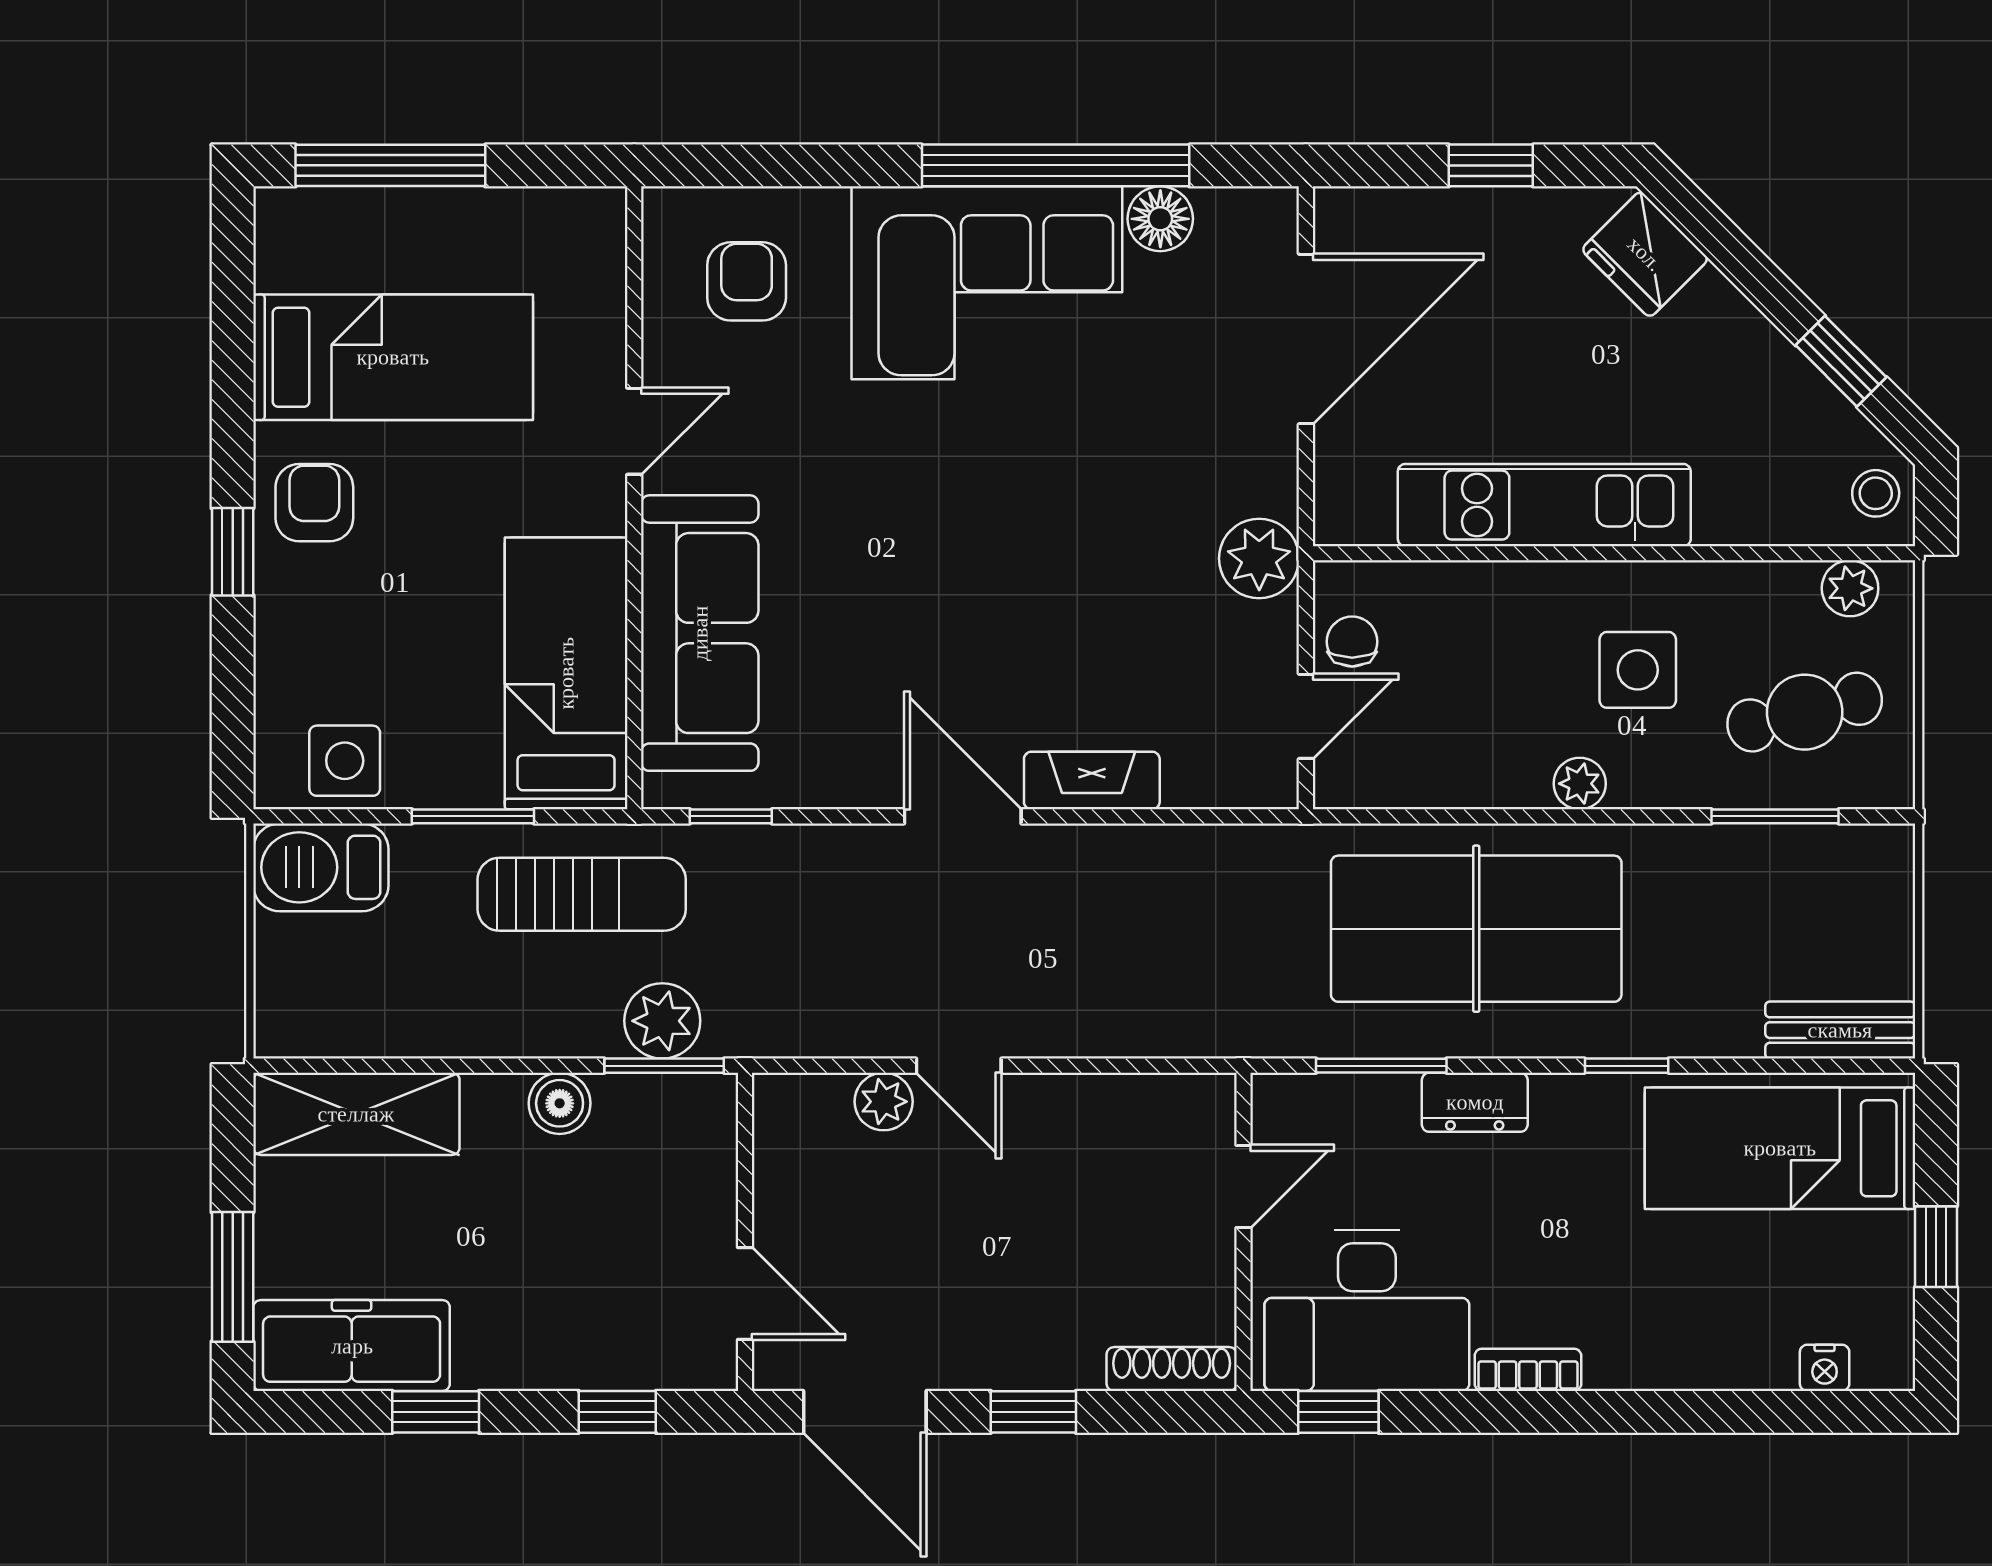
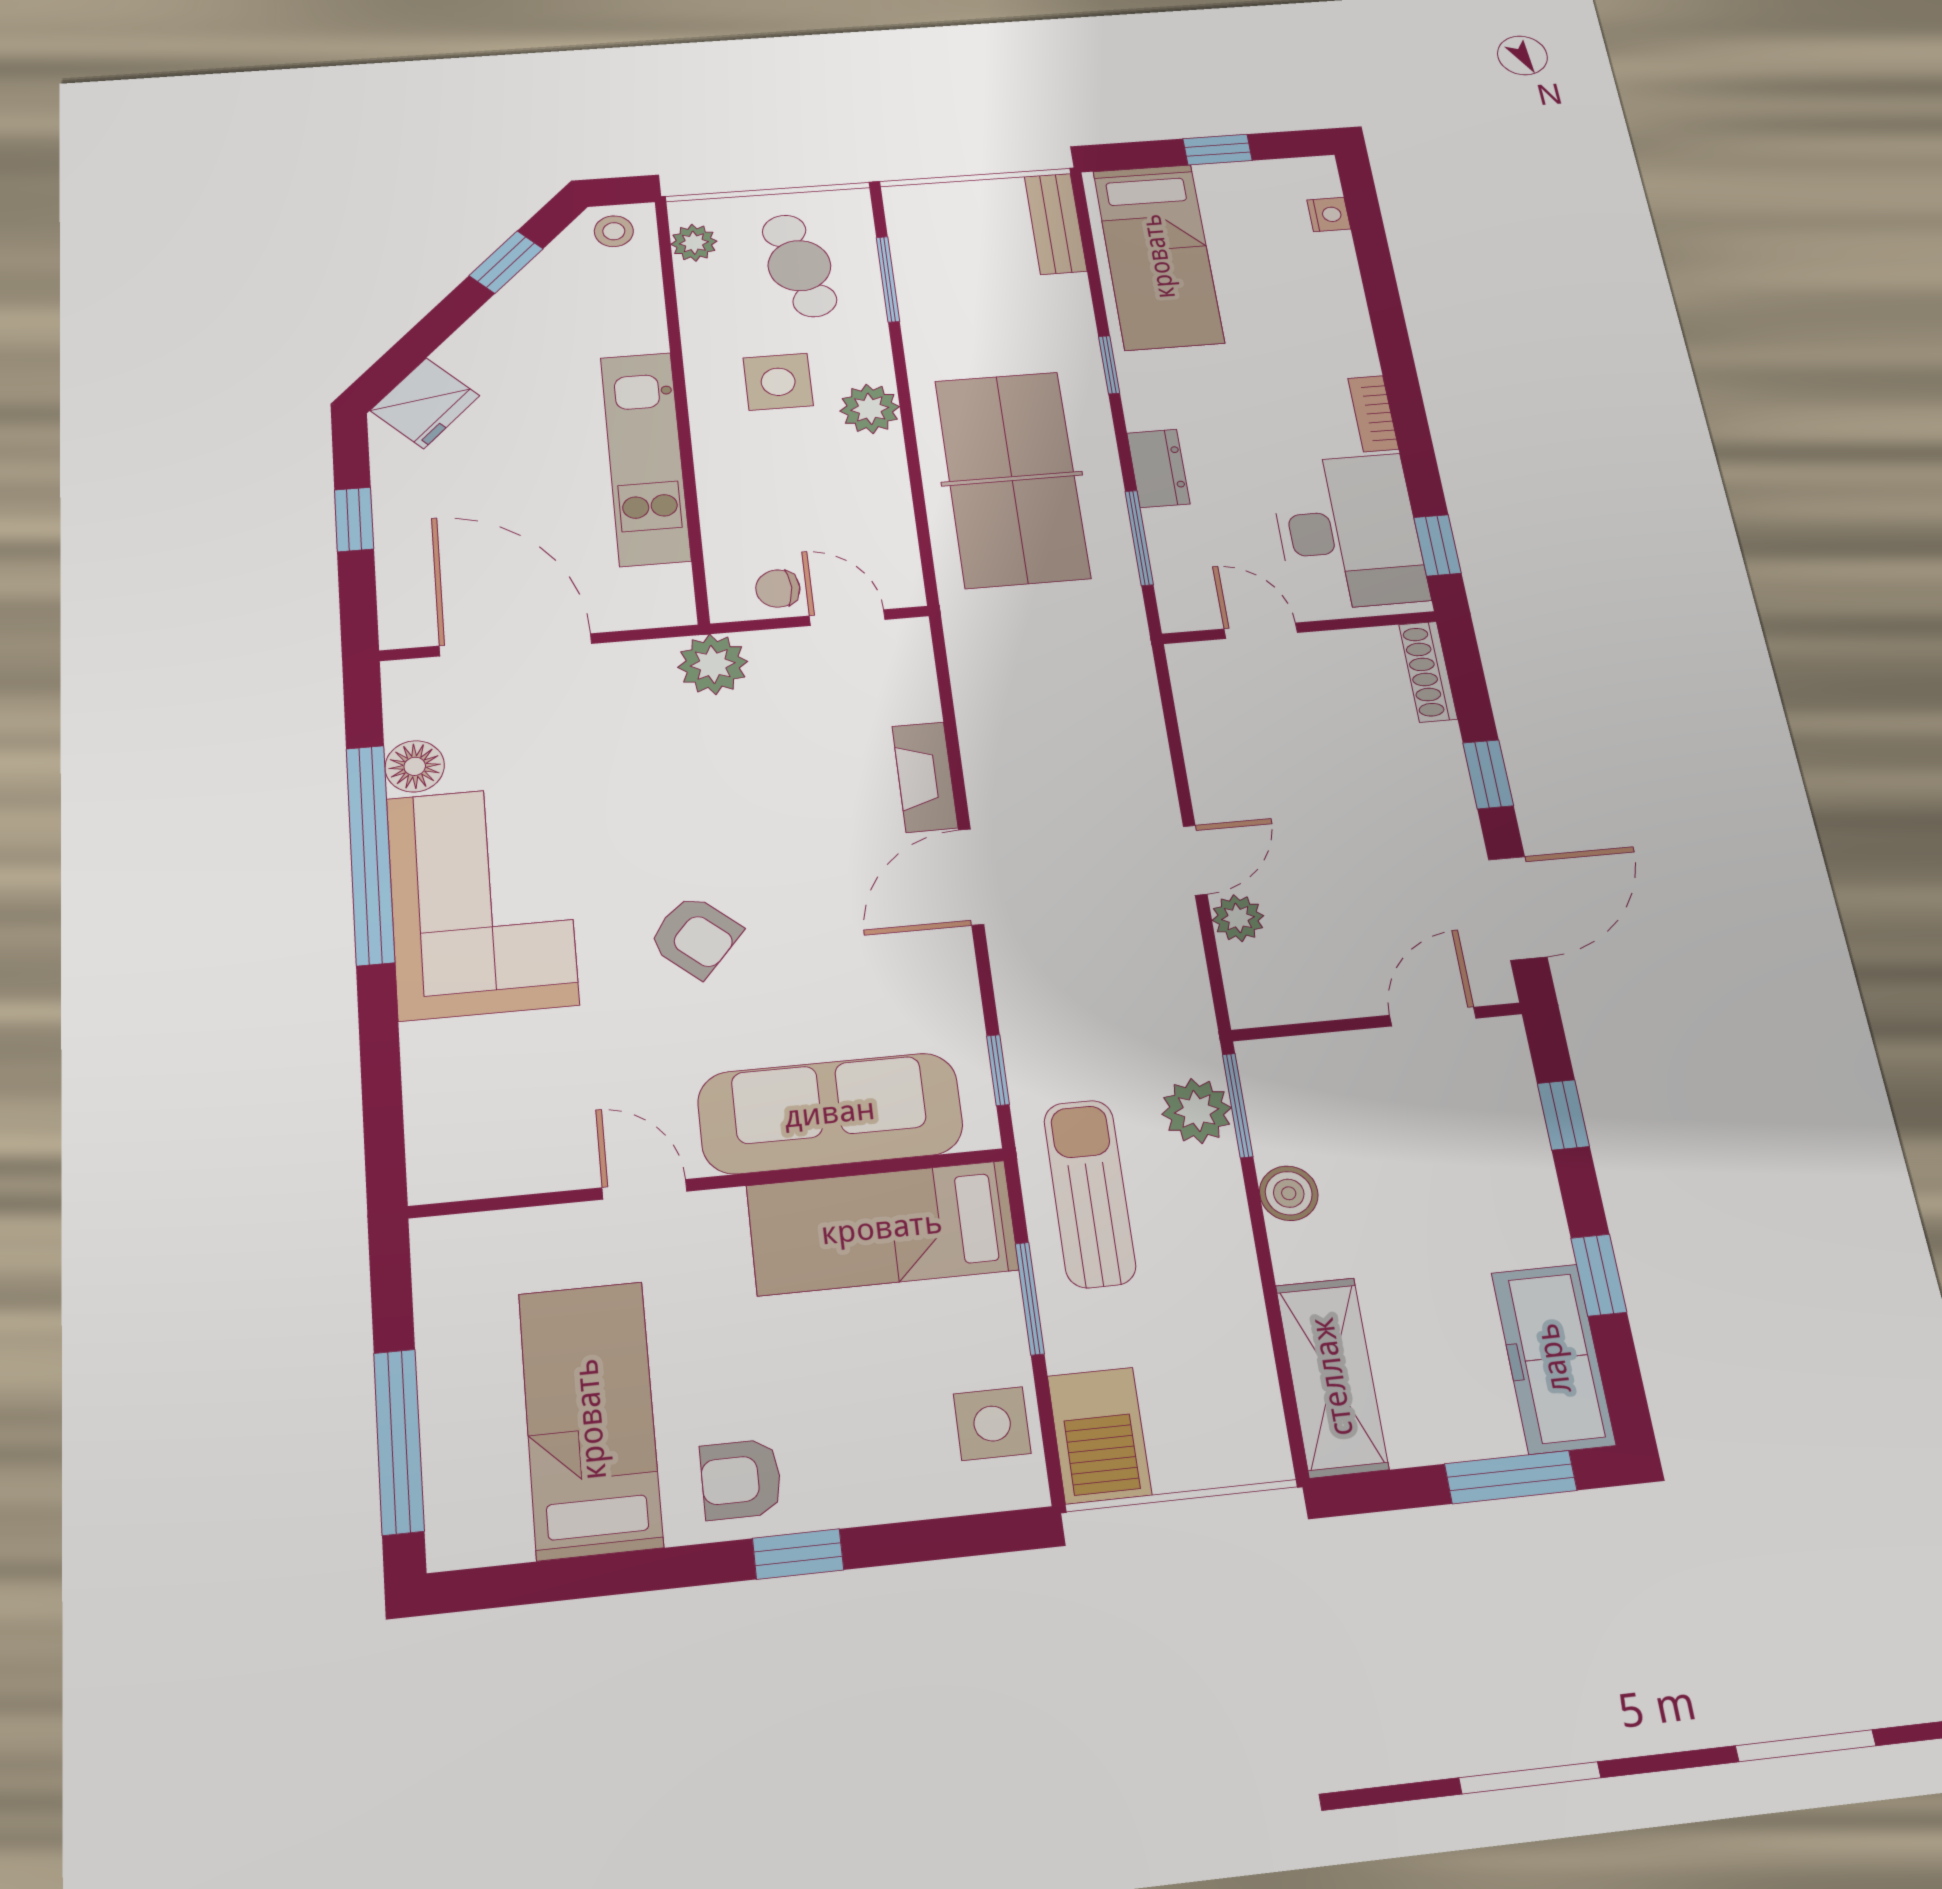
armchair: (747, 281) -> (695, 936), moved, turned -139
plant: (1580, 784) -> (870, 409), width x1.38, depth x1.38

